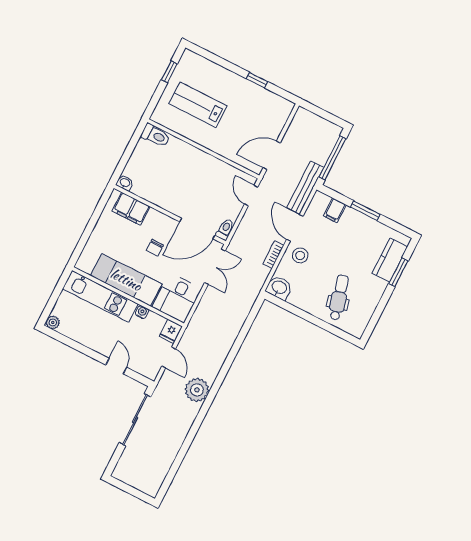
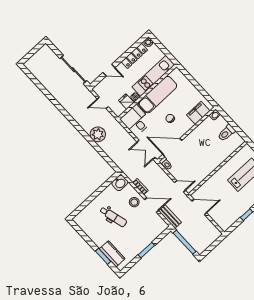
toilet: (156, 136) -> (226, 133), moved
door: (272, 155) -> (199, 207), hinge flipped
bench: (305, 188) -> (170, 217), width x0.73
filing cabinet: (335, 210) -> (153, 232), removed
door: (197, 229) -> (172, 147), hinge flipped
dental chair: (339, 297) -> (113, 217), moved
fridge: (171, 331) -> (126, 101), moved
locker: (81, 336) -> (134, 56), added
plant: (197, 390) -> (98, 134), moved

